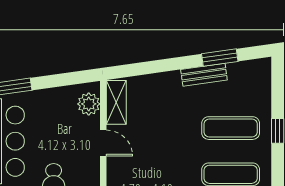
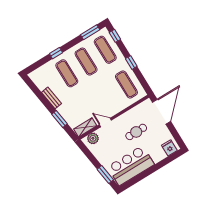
window: (220, 58) -> (59, 119), moved
door: (103, 143) -> (105, 122), hinge flipped

